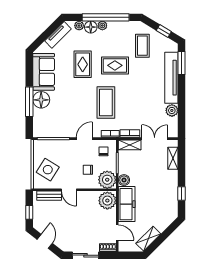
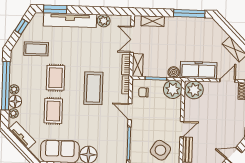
rug: (83, 64) -> (53, 111), turned 90
coffee table: (106, 103) -> (93, 88), turned 90
chair: (88, 170) -> (162, 109), removed
window: (182, 193) -> (189, 13), width x2.17

